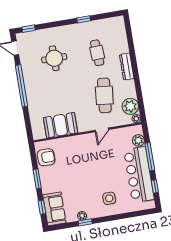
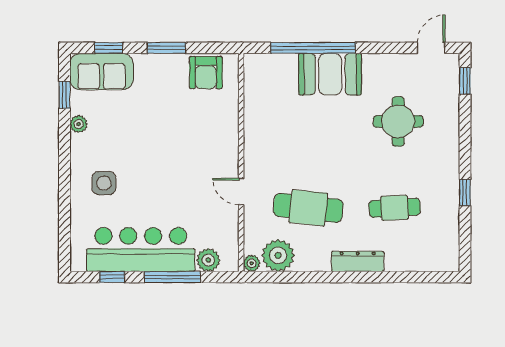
window: (21, 86) -> (313, 48), moved
booth: (60, 125) -> (330, 74), moved, turned 90
window: (85, 222) -> (64, 95), moved

